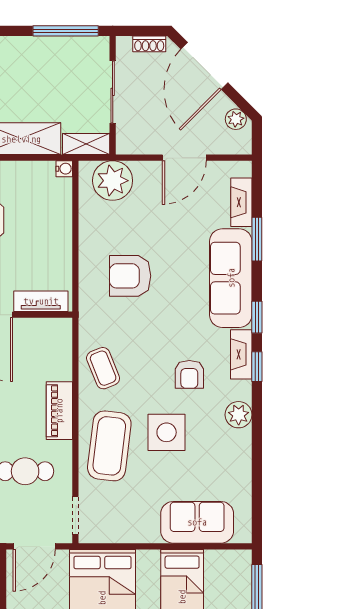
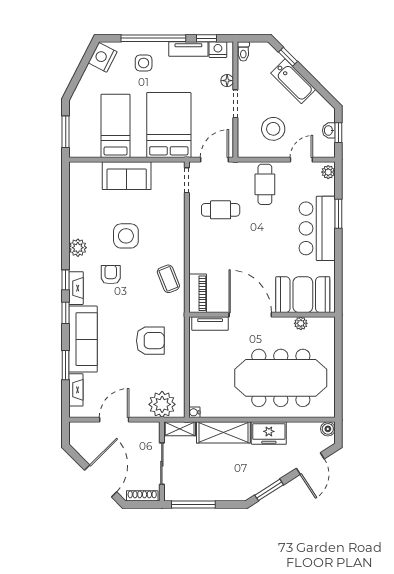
shoe rack: (149, 44) -> (142, 496), width x1.43
plant: (236, 119) -> (80, 445), removed
piano: (59, 411) -> (198, 293), moved
coffee table: (109, 446) -> (164, 227), removed
sofa: (197, 522) -> (127, 176), moved

